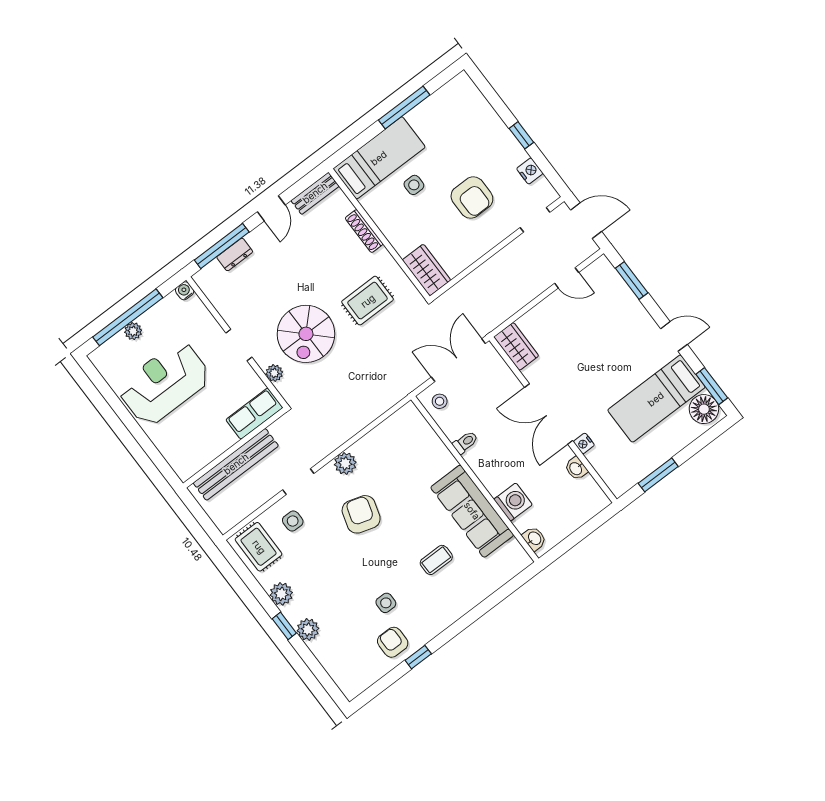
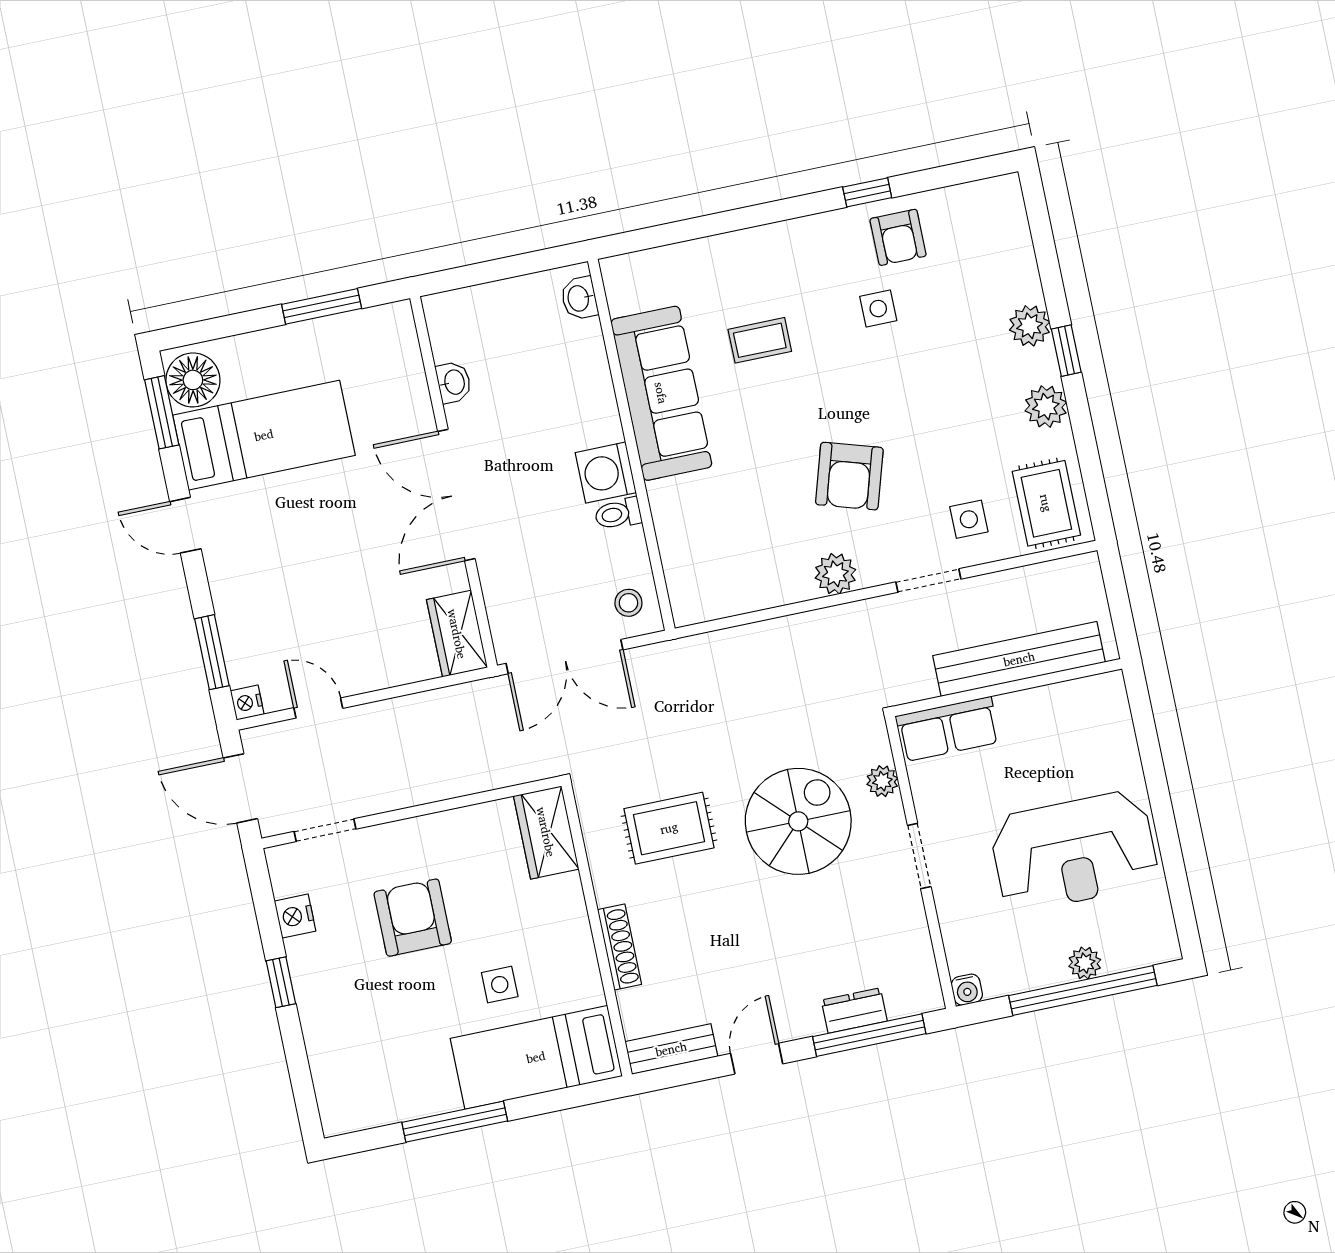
double door: (549, 414) -> (456, 495), swing flipped
nightstand: (584, 443) -> (247, 703), moved, turned 180
washing machine: (513, 502) -> (606, 473), moved

